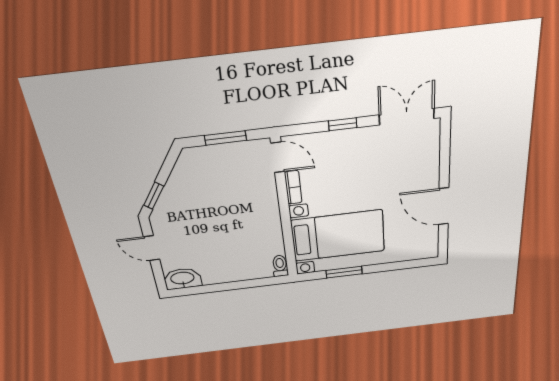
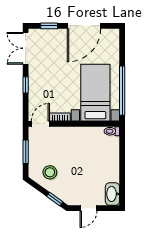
window: (445, 152) -> (49, 26), added
stool: (197, 183) -> (50, 172), added
door: (444, 206) -> (84, 26), width x1.36
window: (344, 272) -> (122, 91), width x2.11

